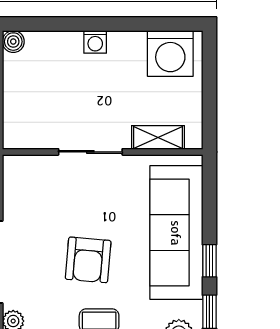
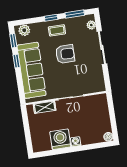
washing machine: (170, 53) -> (60, 139), moved
armchair: (88, 260) -> (65, 54), turned 85

